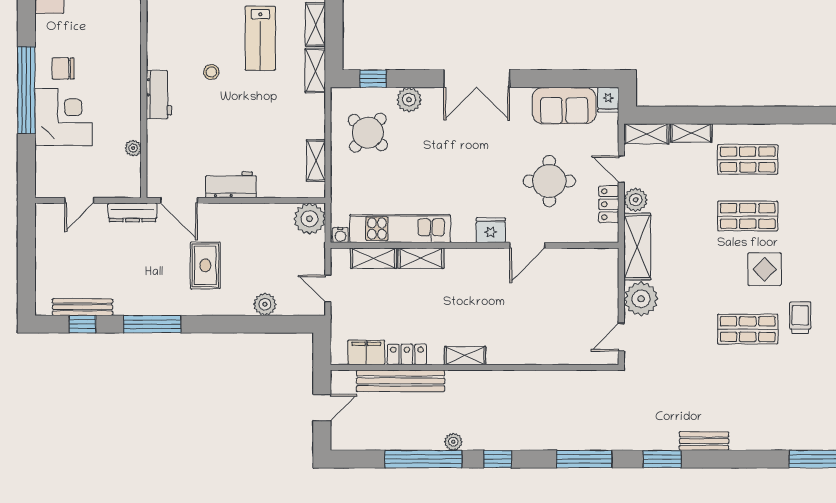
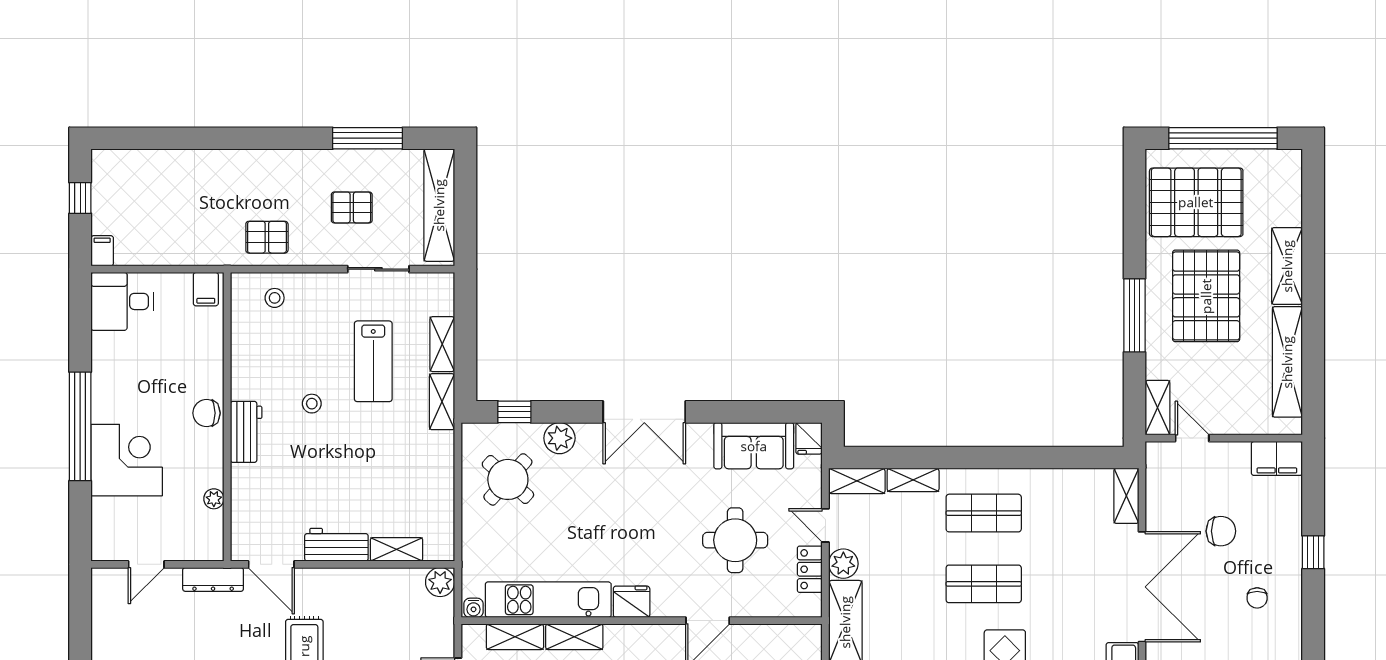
chair: (63, 68) -> (207, 413), moved
shelving: (316, 161) -> (396, 549), moved, turned 90
plant: (309, 219) -> (440, 582), width x0.73, depth x0.73
fridge: (491, 230) -> (632, 602), moved

